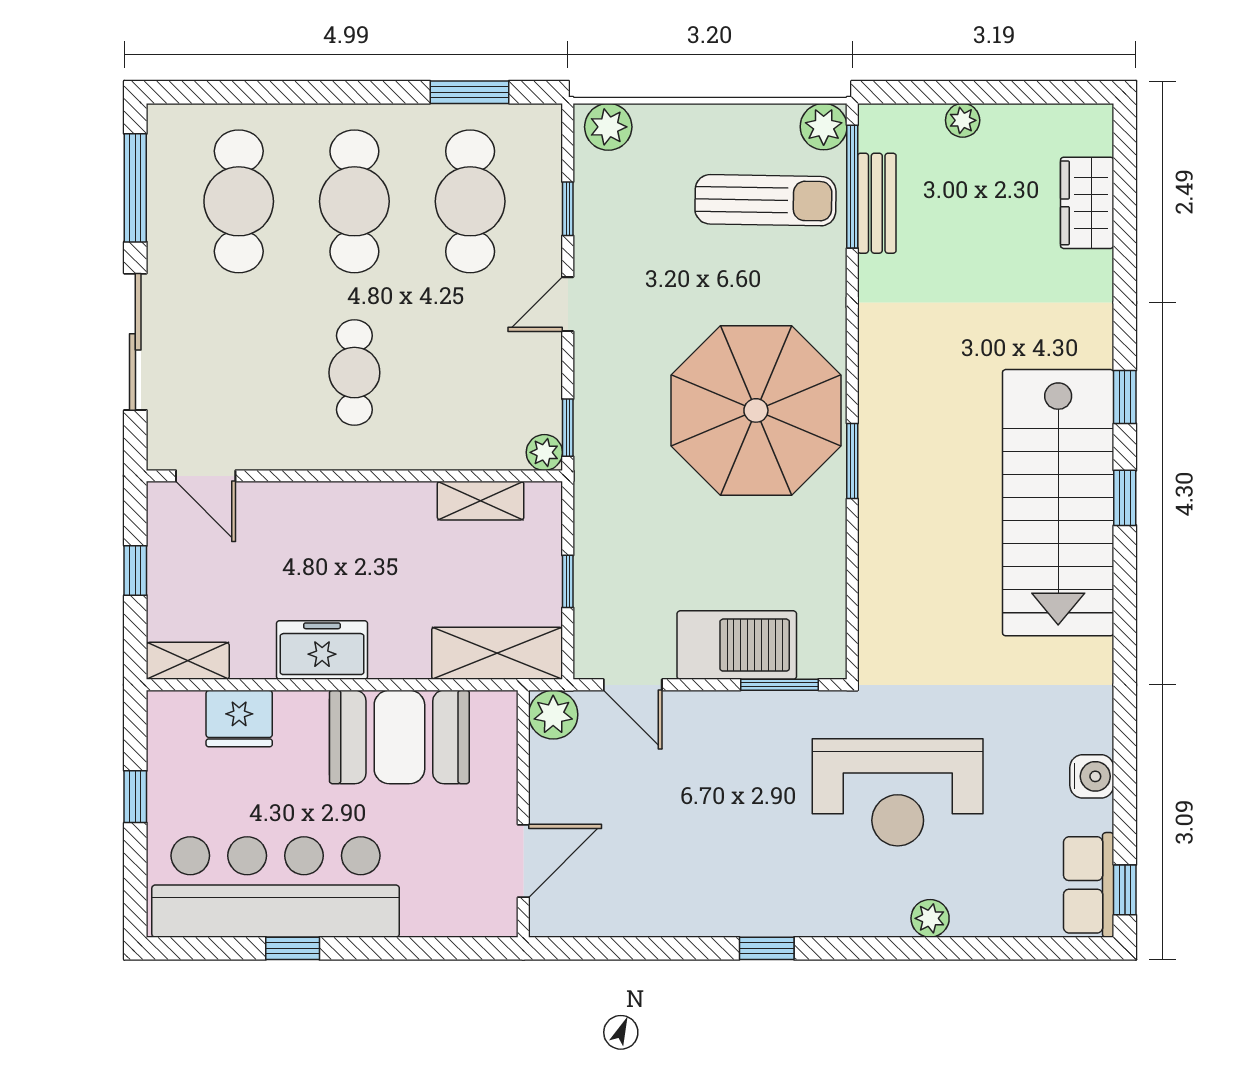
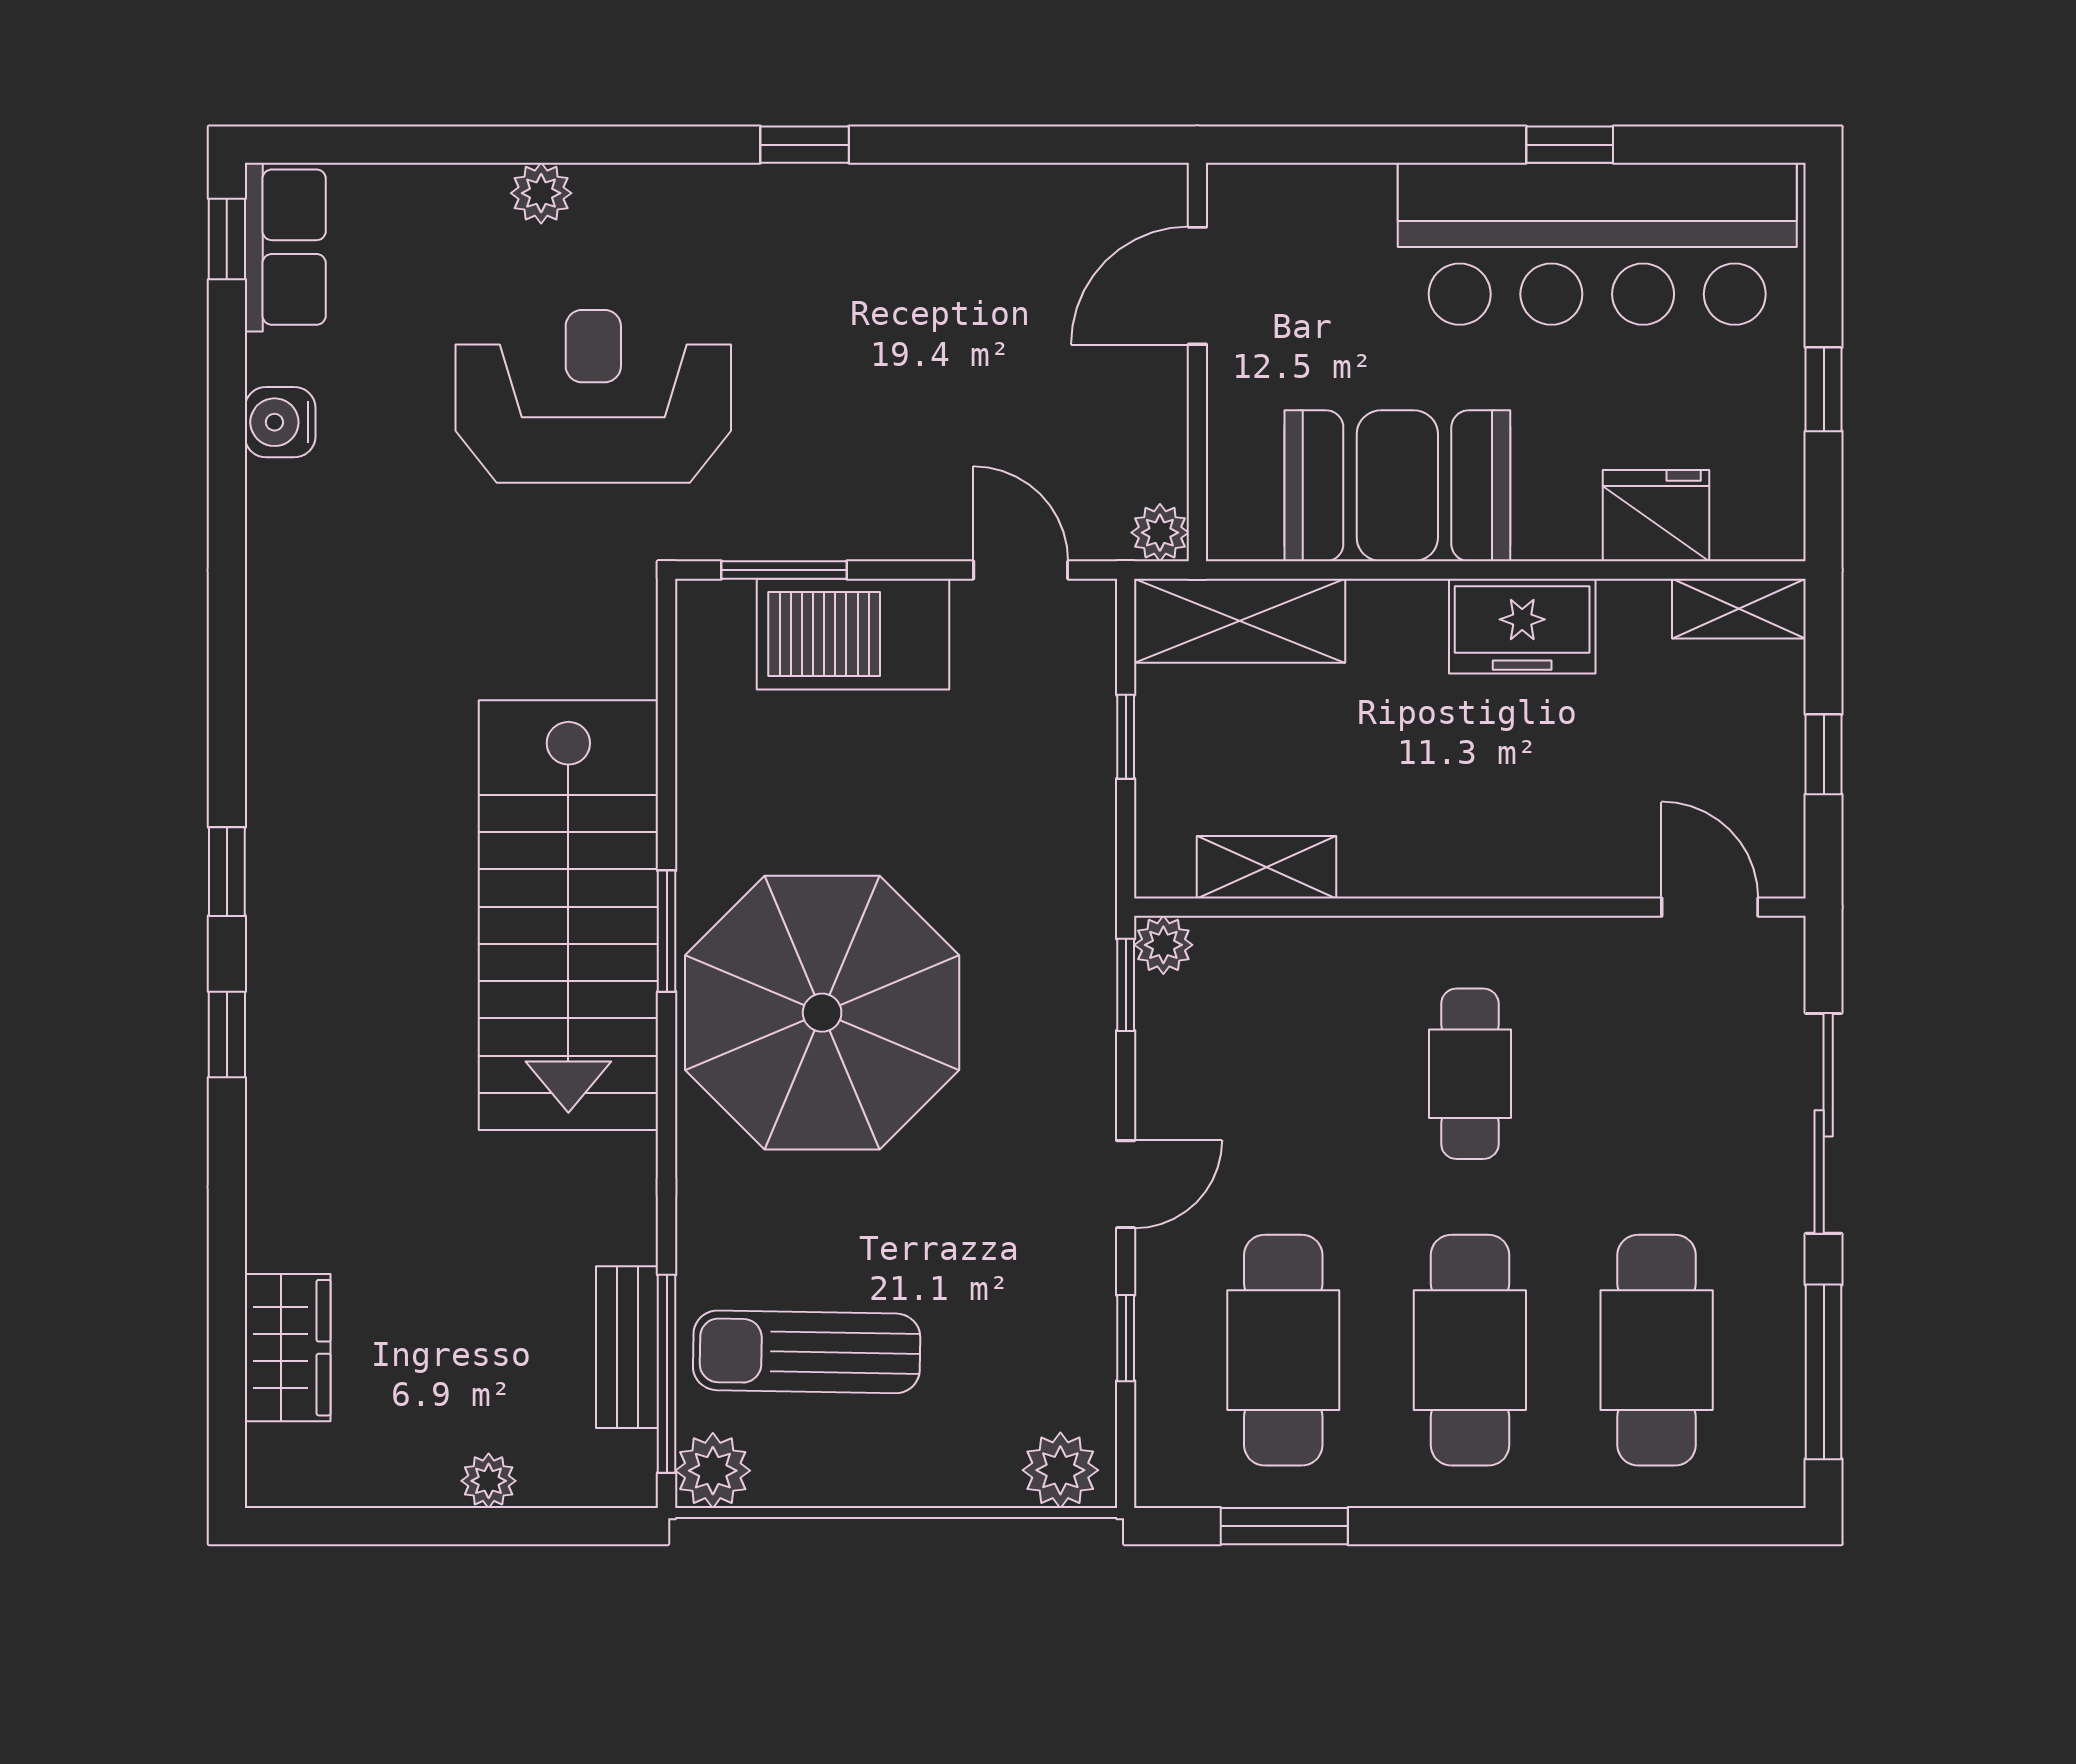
stairs: (1058, 503) -> (568, 915), moved, turned 180
plant: (553, 715) -> (1160, 533), width x0.73, depth x0.73

